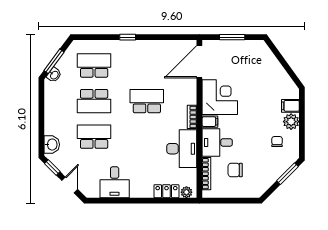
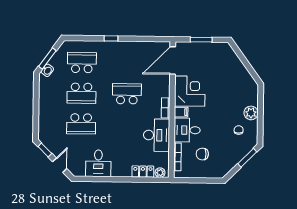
filing cabinet: (290, 106) -> (251, 99), removed
school desk: (94, 137) -> (81, 124), turned 180
washbasin: (52, 145) -> (45, 130), removed

